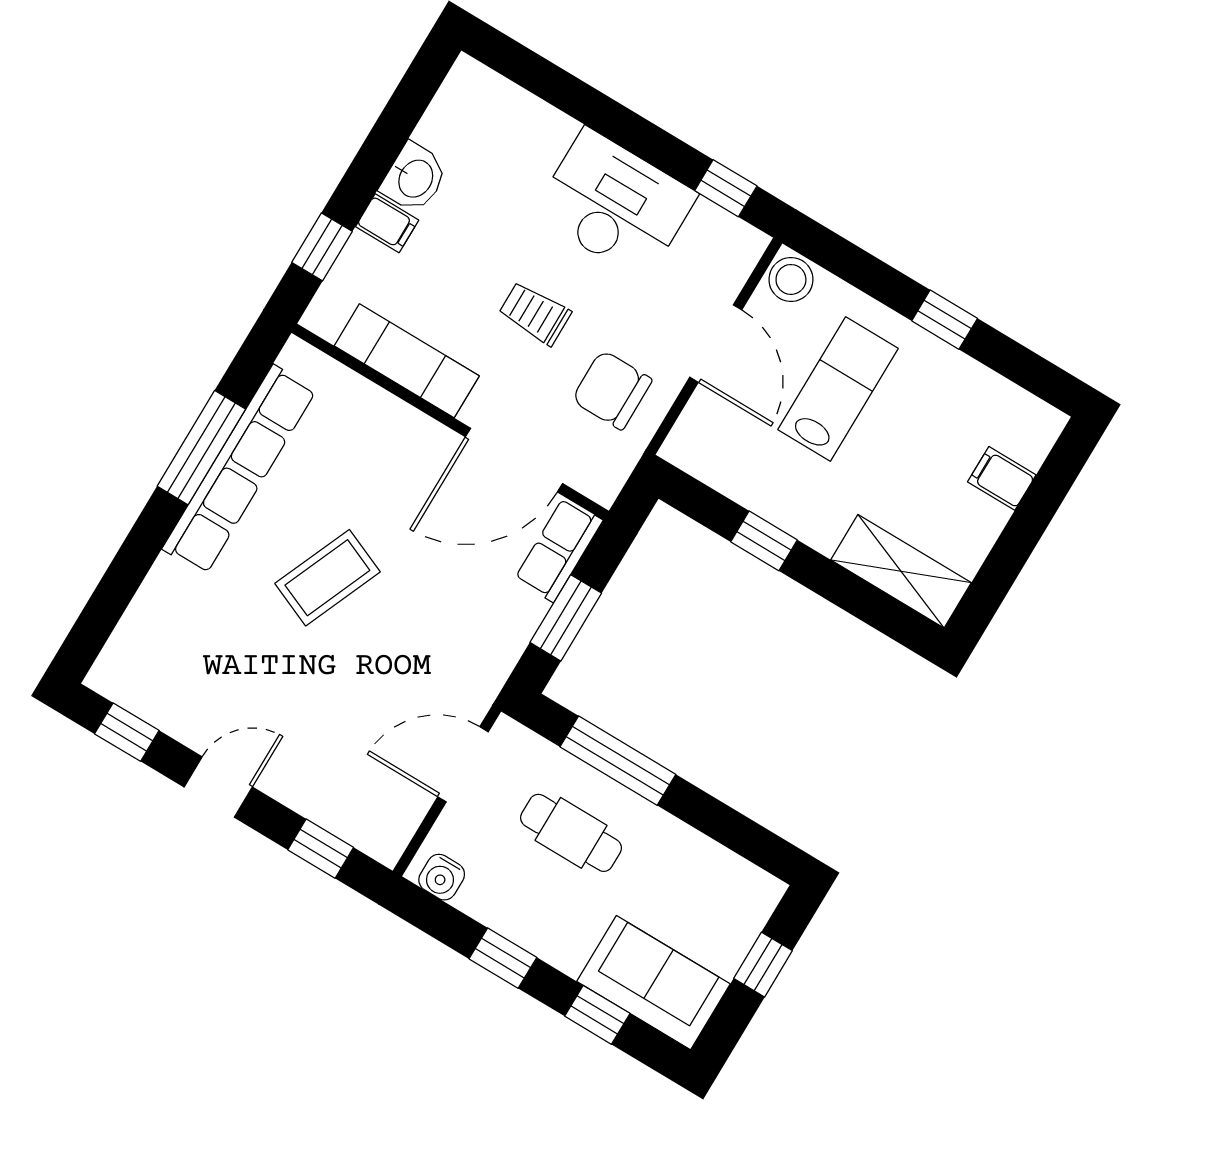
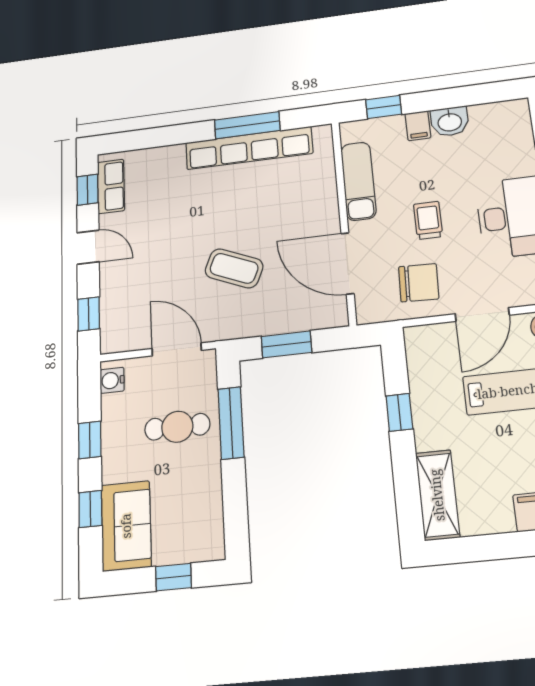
chair: (612, 390) -> (419, 283), turned 92
row of seats: (559, 550) -> (111, 186), moved, turned 90
coffee table: (327, 578) -> (234, 268), moved
cafe table: (571, 833) -> (177, 427), turned 90

